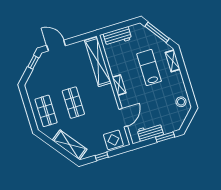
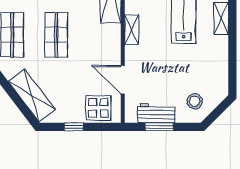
stool: (181, 102) -> (195, 101), moved
door: (123, 118) -> (123, 80), swing flipped
window: (165, 137) -> (159, 127), moved

